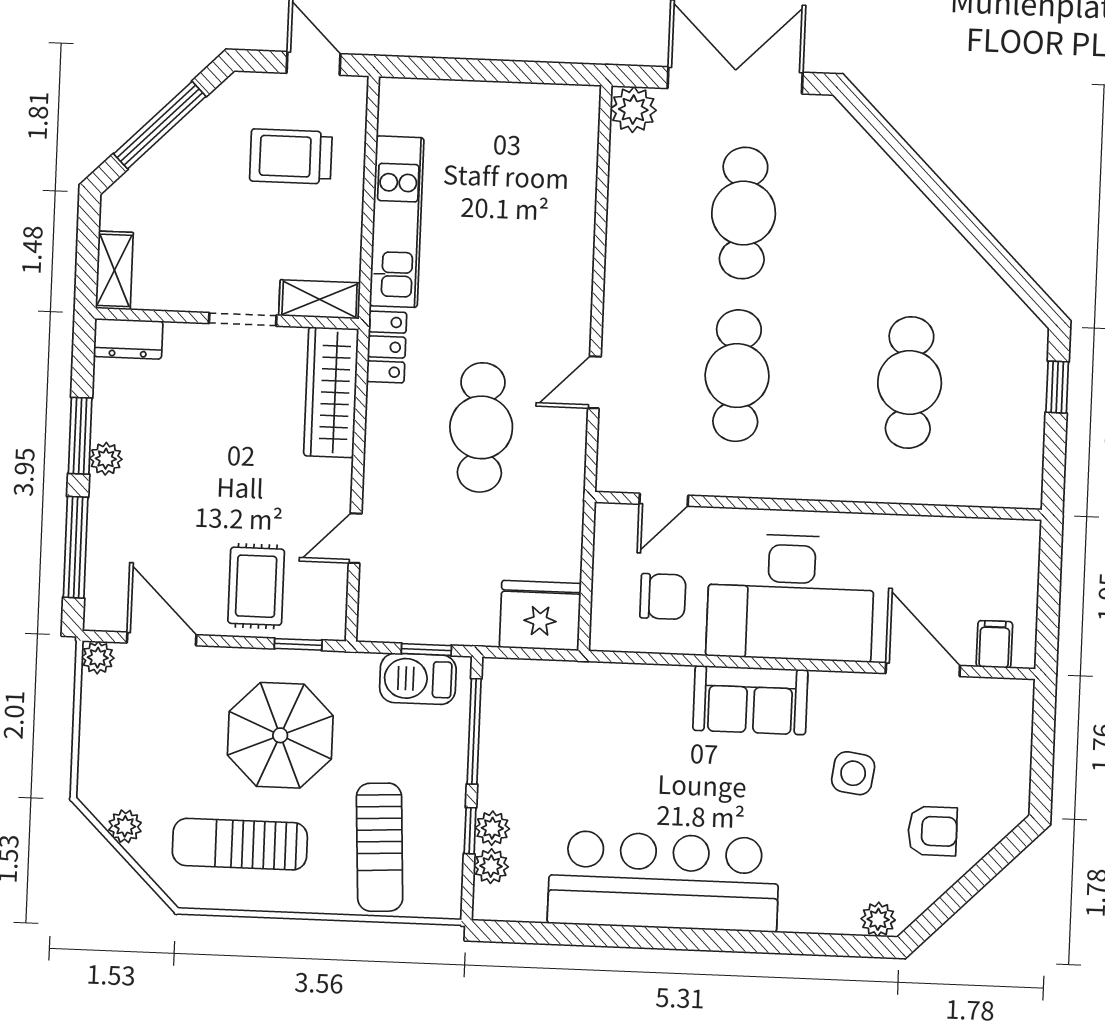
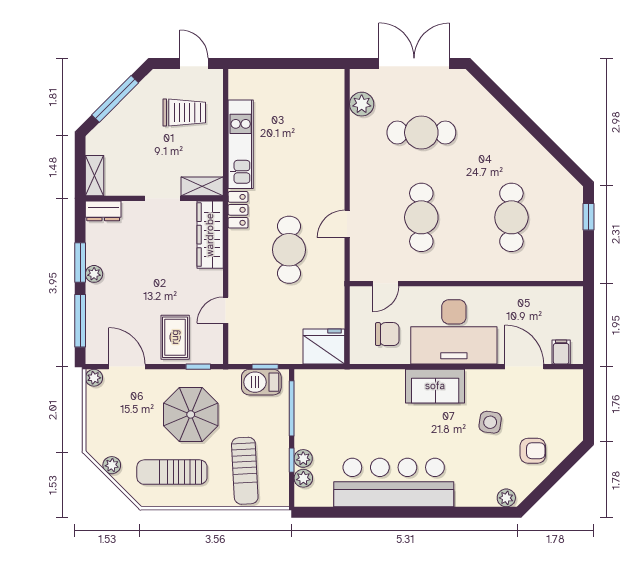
plant: (633, 110) -> (362, 104), moved
trolley: (291, 156) -> (184, 112), turned 180
cafe table: (744, 213) -> (421, 133), turned 90

